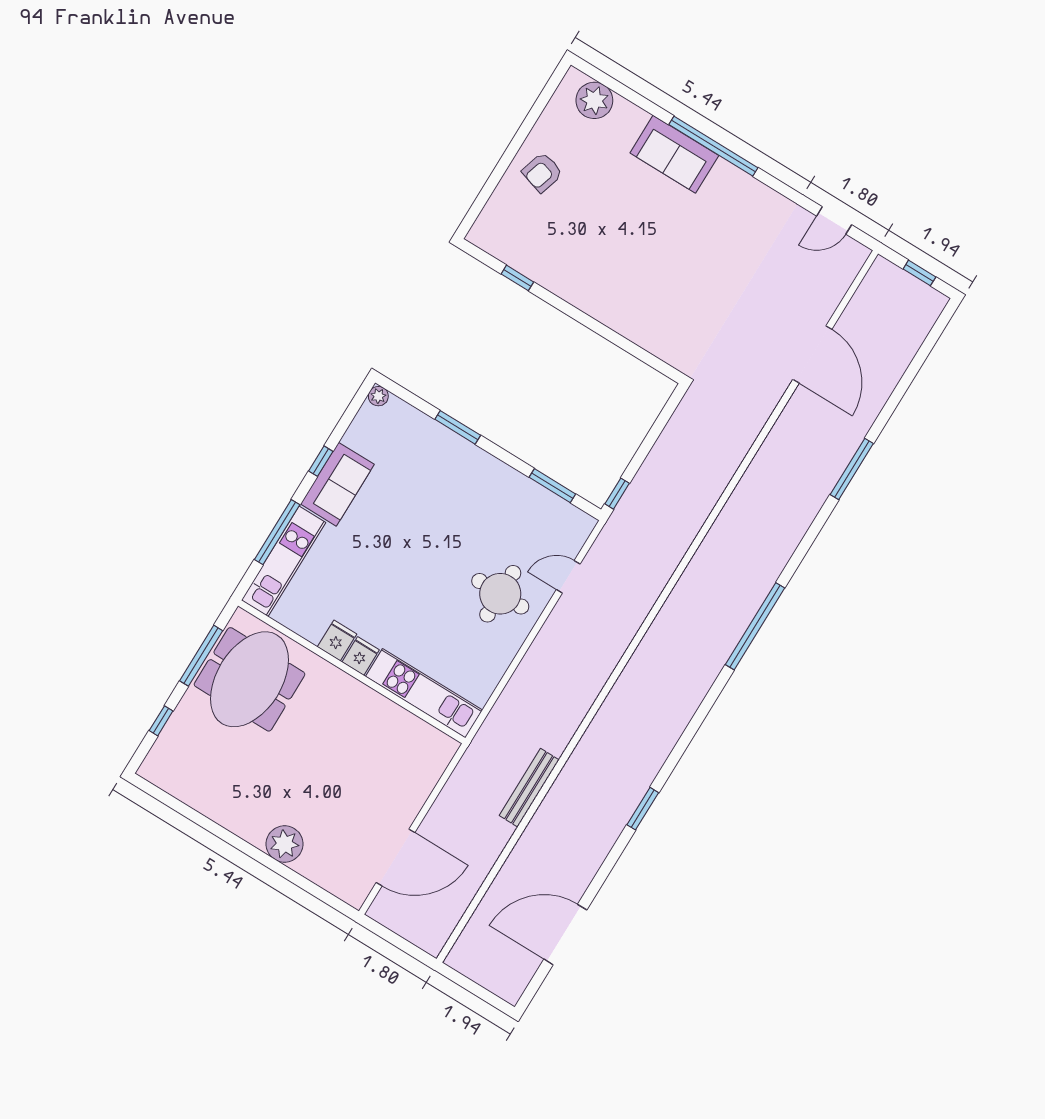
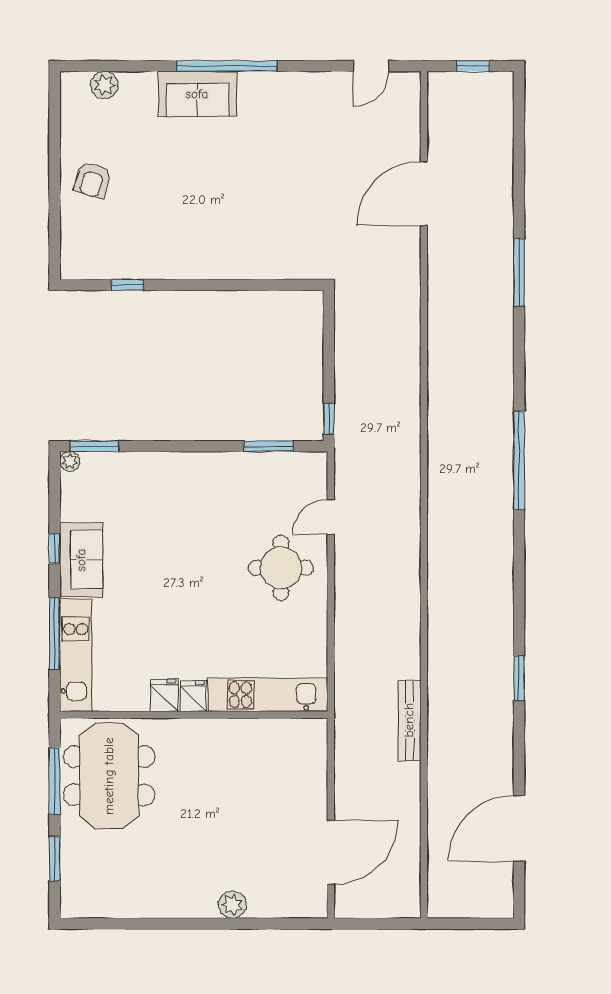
plant: (594, 100) -> (104, 85), width x0.73, depth x0.73
door: (813, 354) -> (424, 194), swing flipped
window: (458, 427) -> (94, 446), moved
window: (161, 721) -> (55, 859), width x1.50
plant: (285, 844) -> (232, 905), width x0.73, depth x0.73

